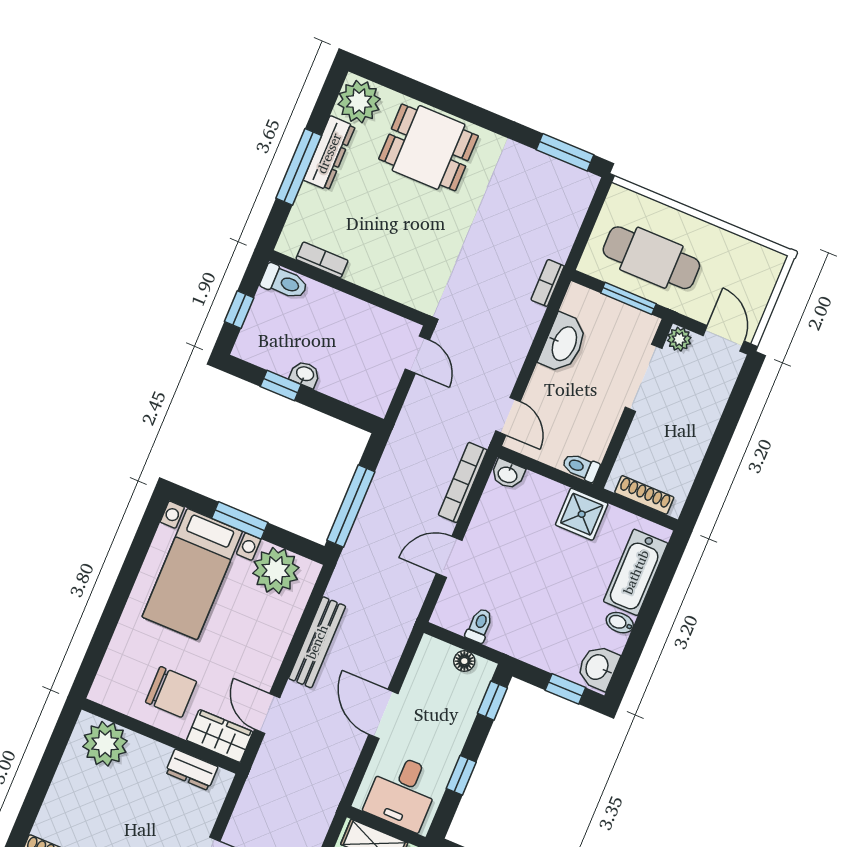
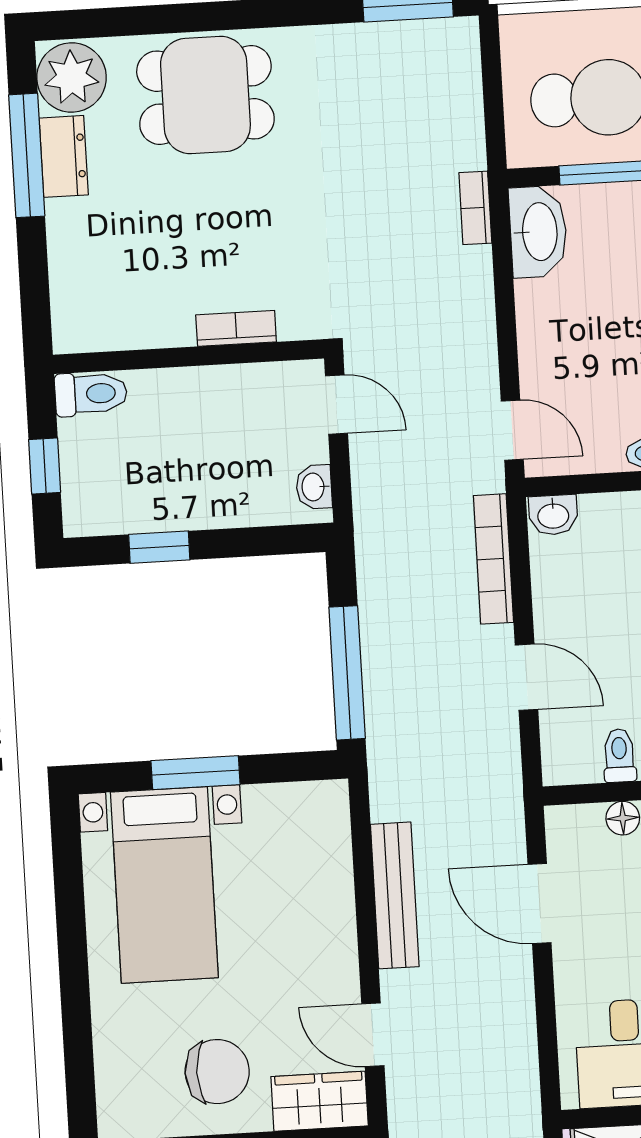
dresser: (329, 153) -> (64, 156), width x0.70
window: (299, 167) -> (27, 155), moved
bookcase: (322, 260) -> (236, 328), moved
washbasin: (563, 343) -> (538, 232), moved
washbasin: (305, 374) -> (314, 487), moved, turned -90
door: (449, 557) -> (526, 677), swing flipped
plant: (276, 570) -> (284, 820), removed
door: (383, 714) -> (540, 904), moved

